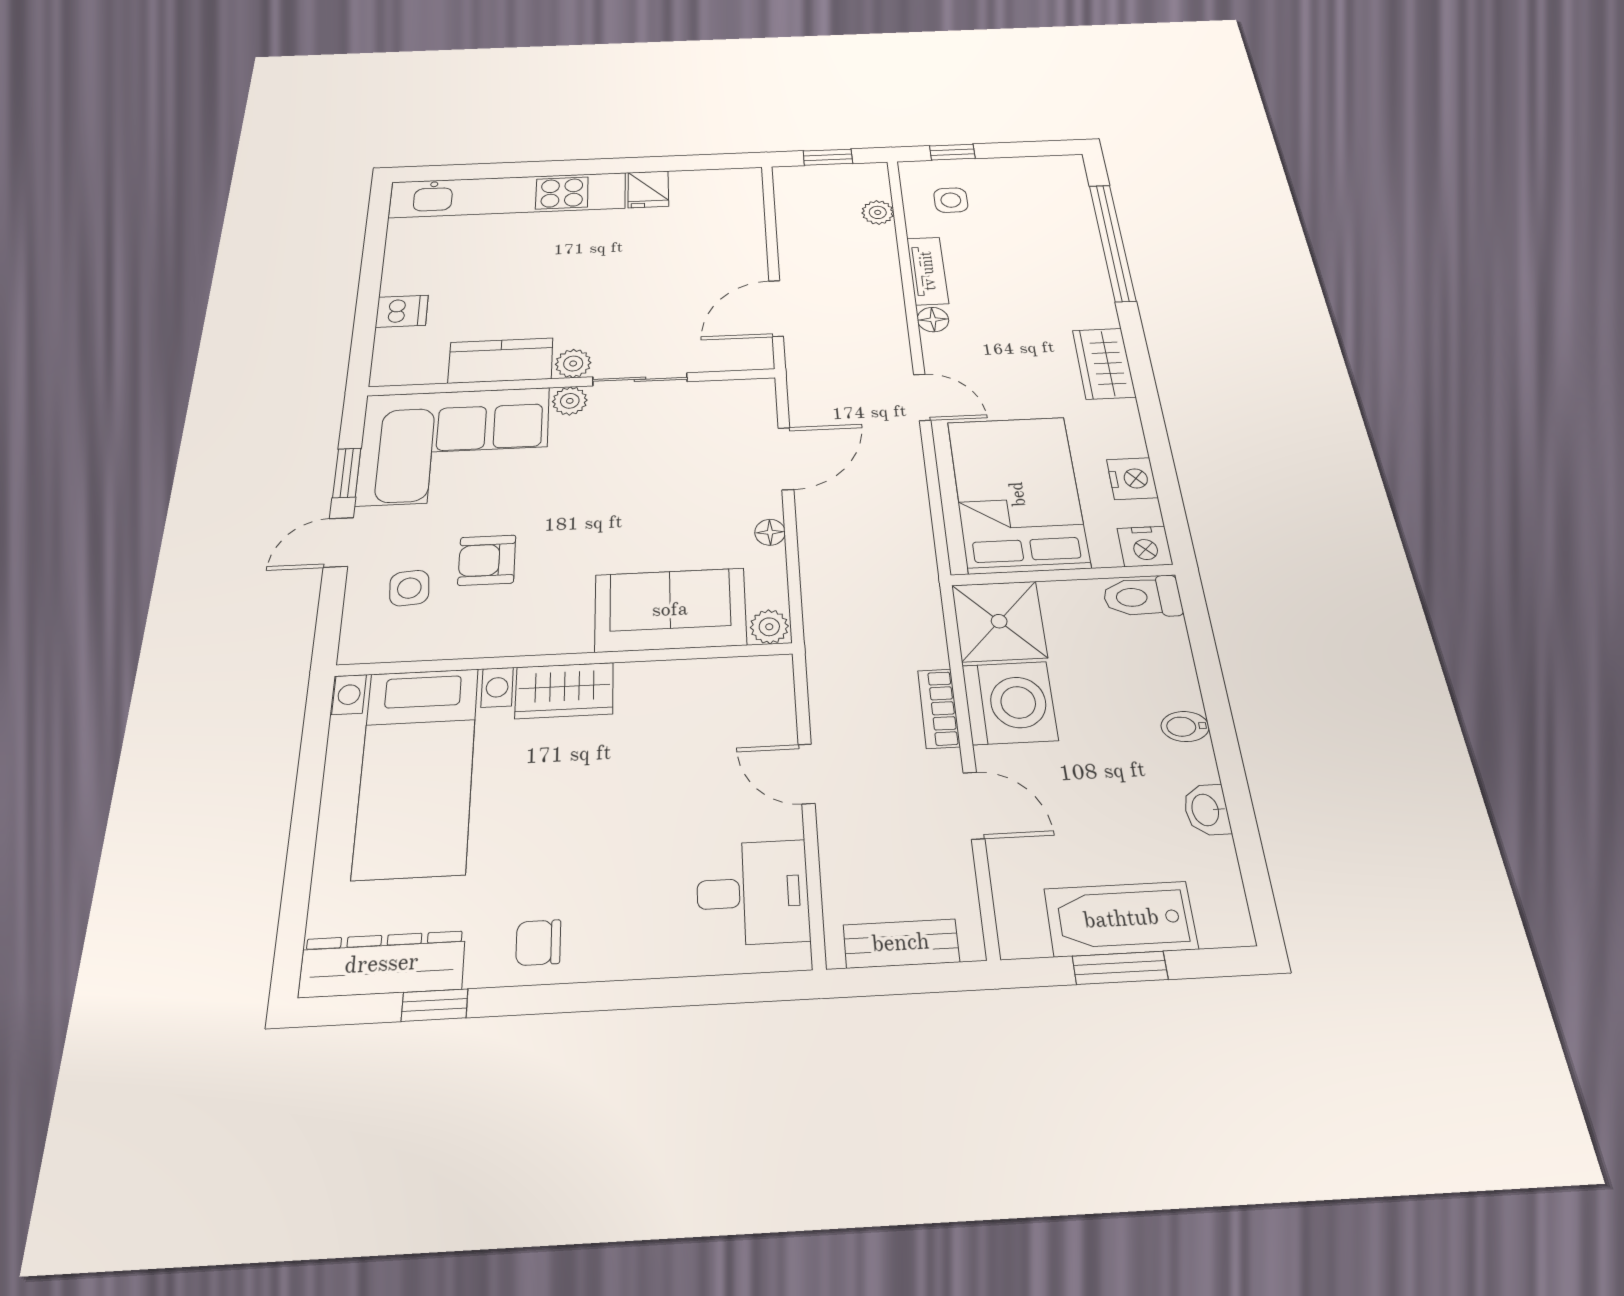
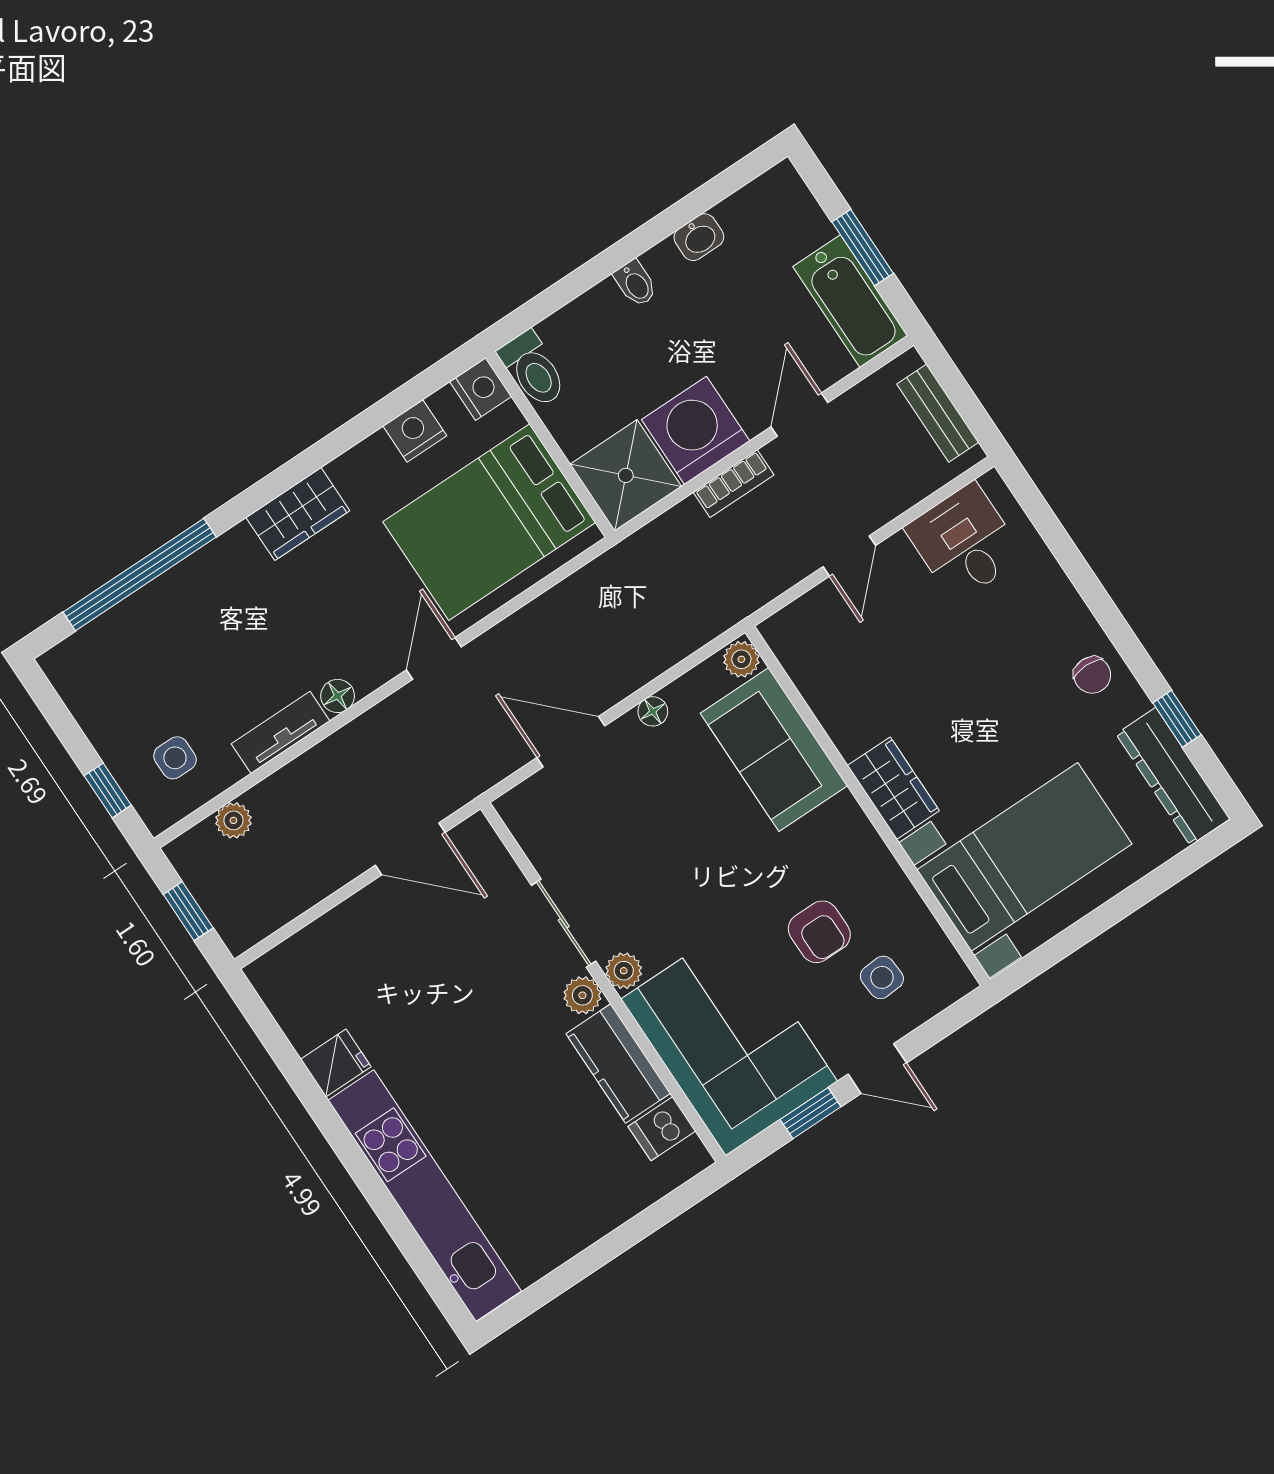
dishwasher: (402, 311) -> (662, 1129), moved, turned -90
bathtub: (1121, 919) -> (850, 301), moved

